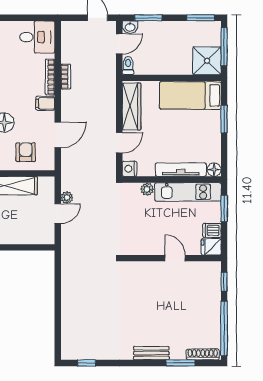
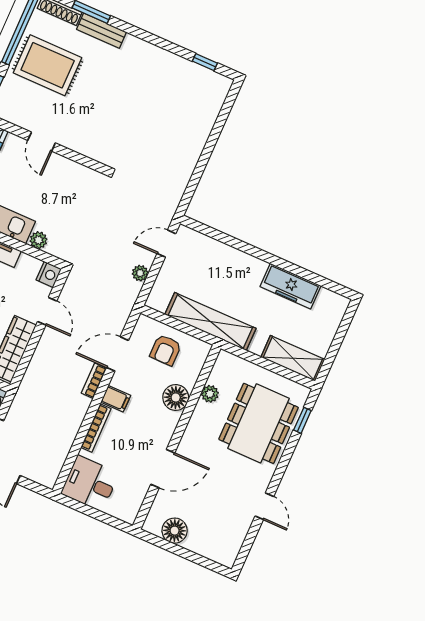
bookcase: (66, 77) -> (94, 381), moved
door: (119, 143) -> (47, 311), swing flipped
door: (58, 214) -> (166, 244), moved
rug: (194, 313) -> (48, 65), added
bench: (151, 353) -> (102, 31), moved

